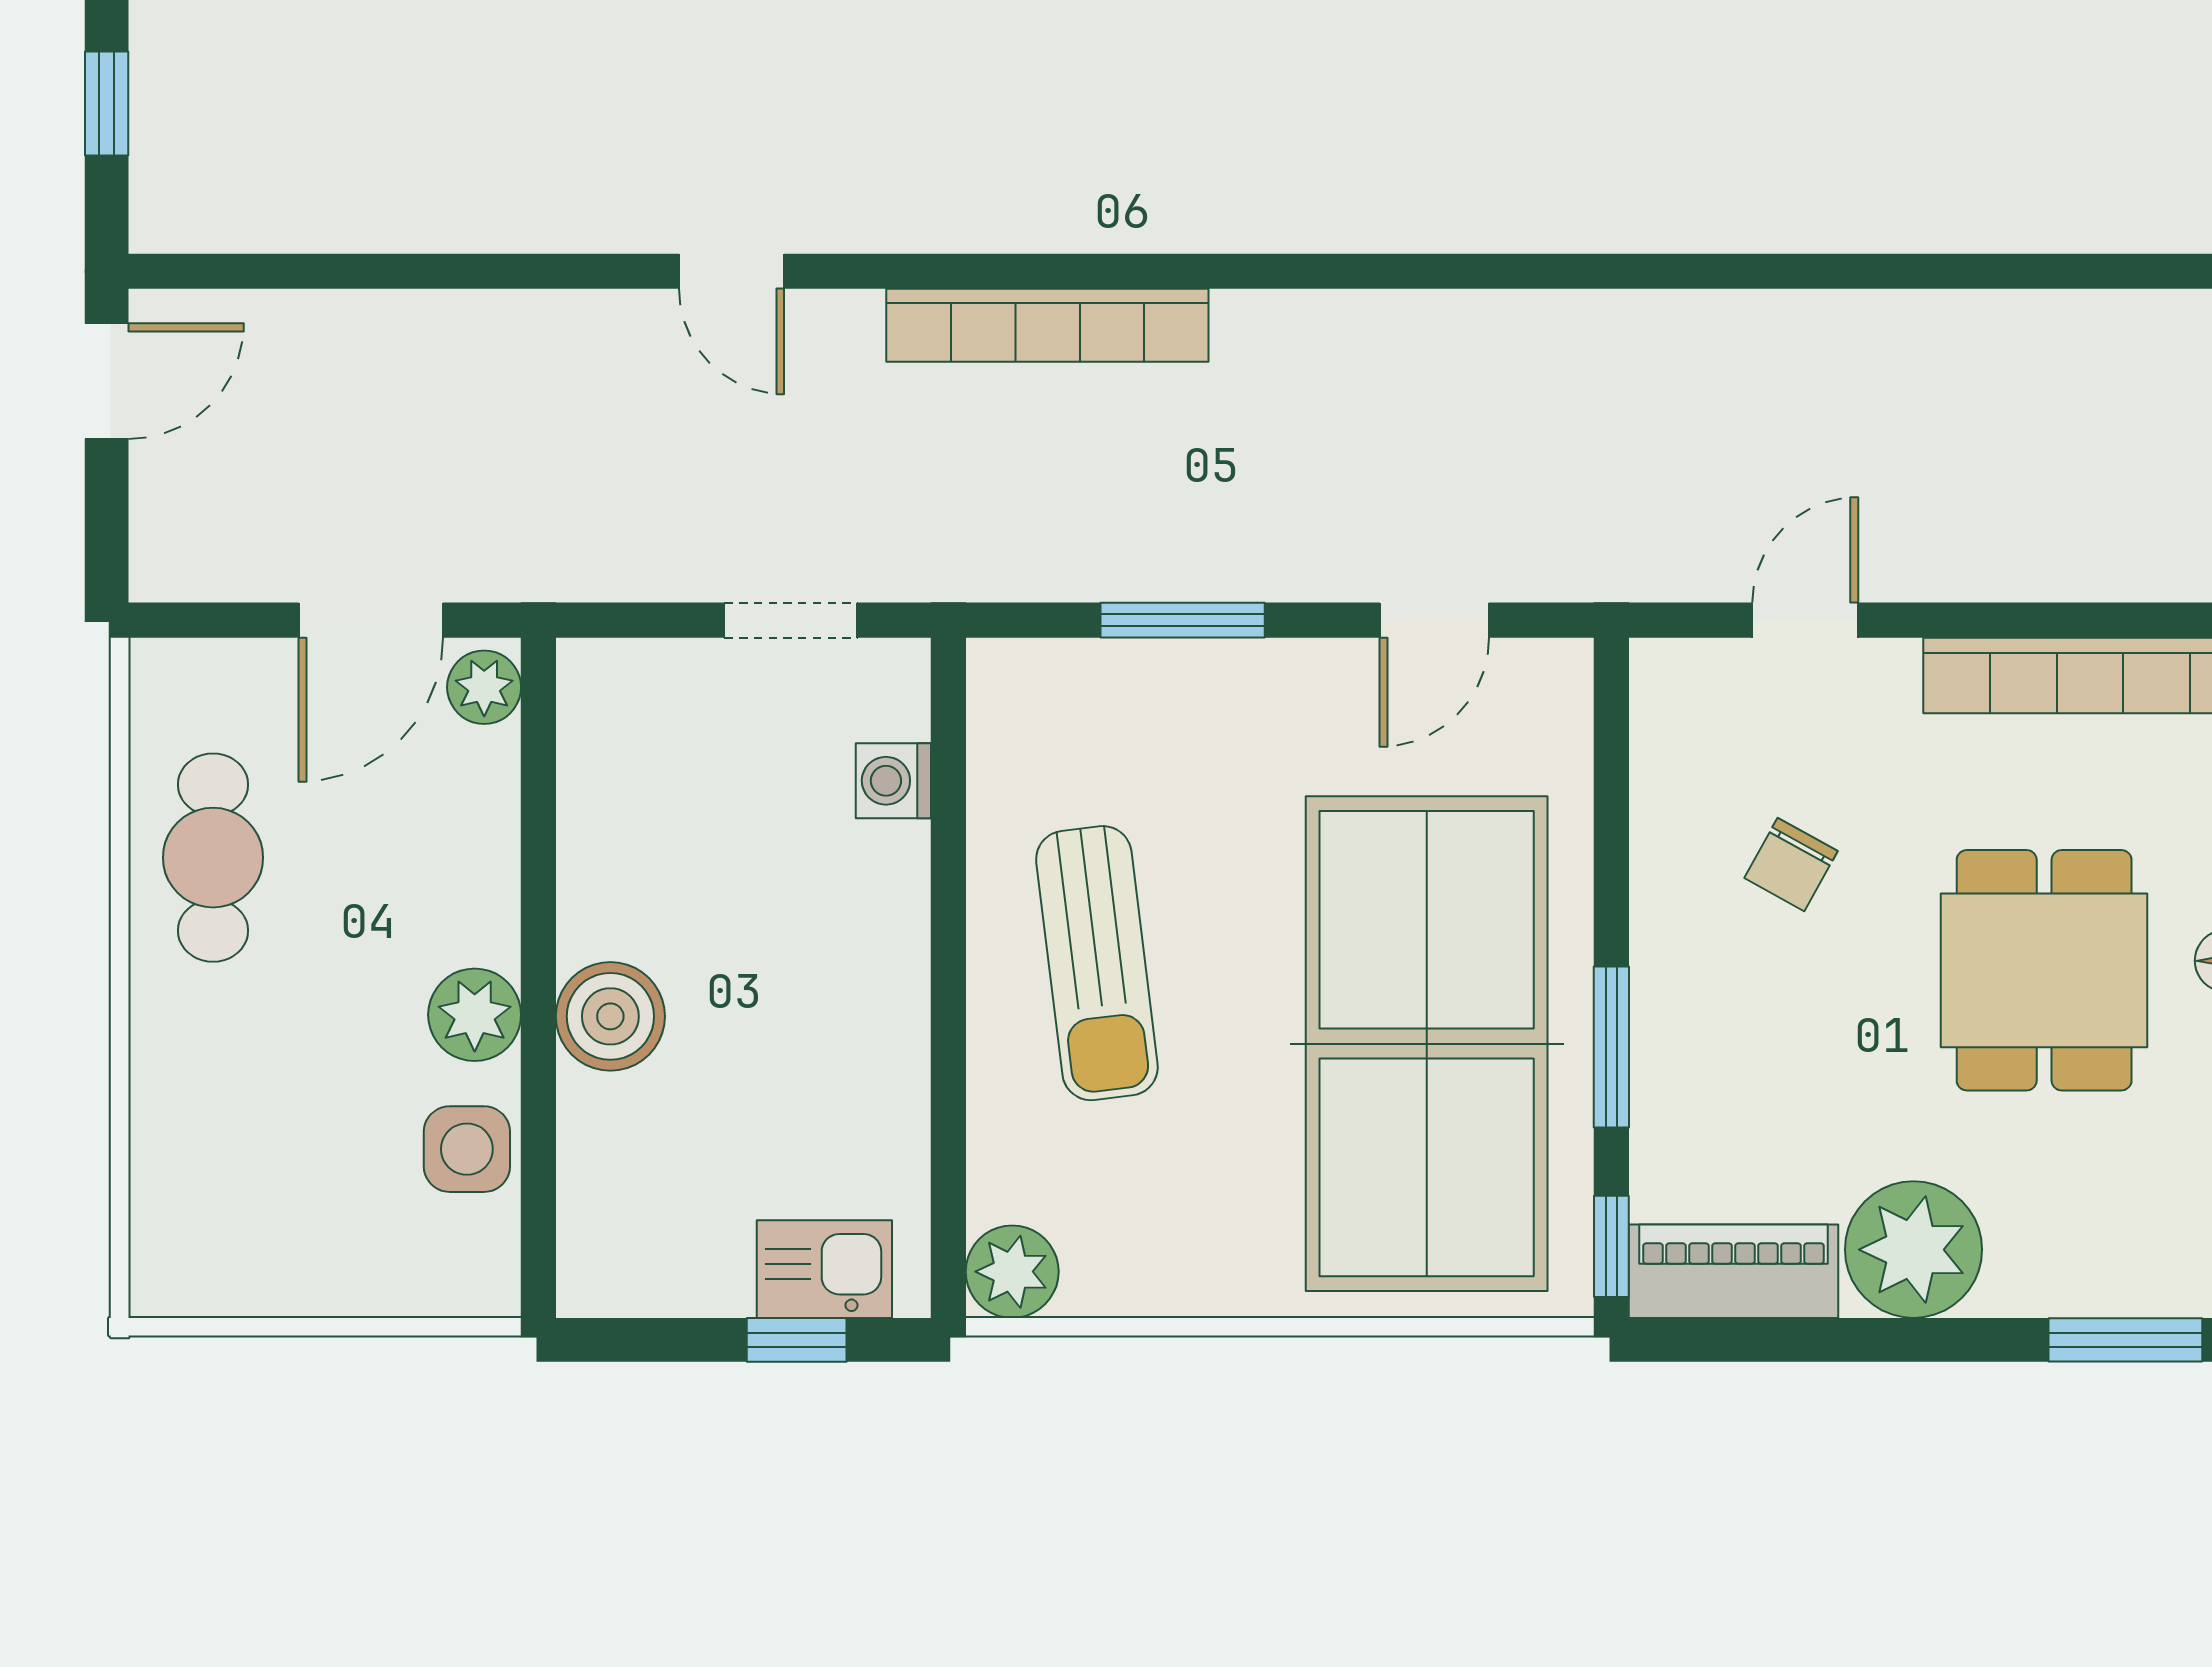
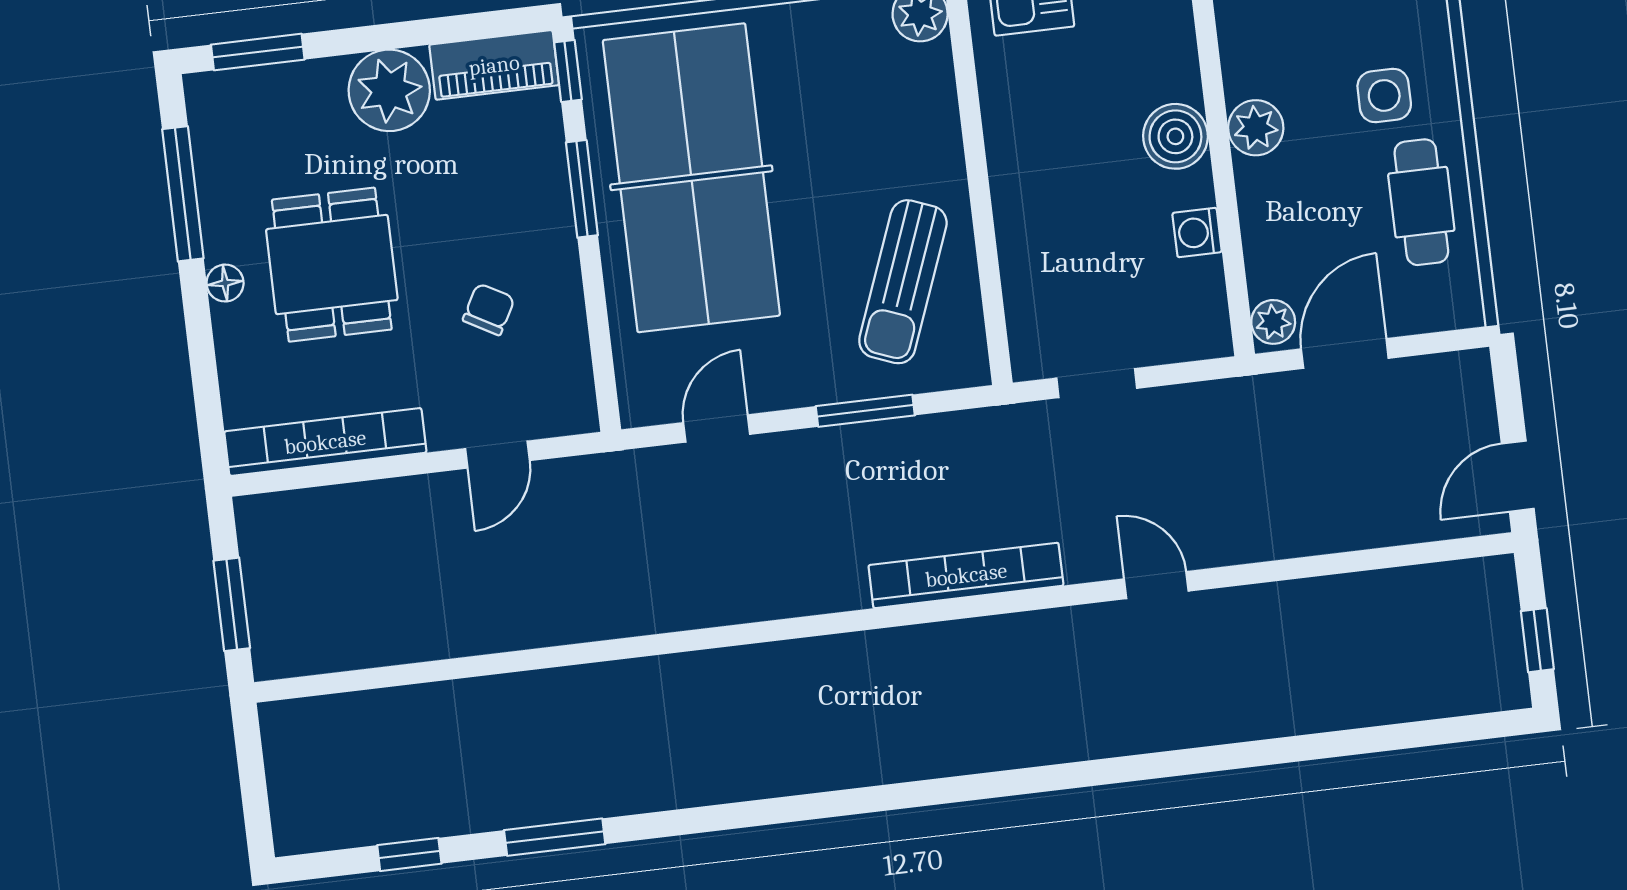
washing machine: (893, 781) -> (1197, 232), moved, turned 180
sun lounger: (1097, 963) -> (903, 282), moved, turned -152
side table: (467, 1149) -> (1384, 95), moved

